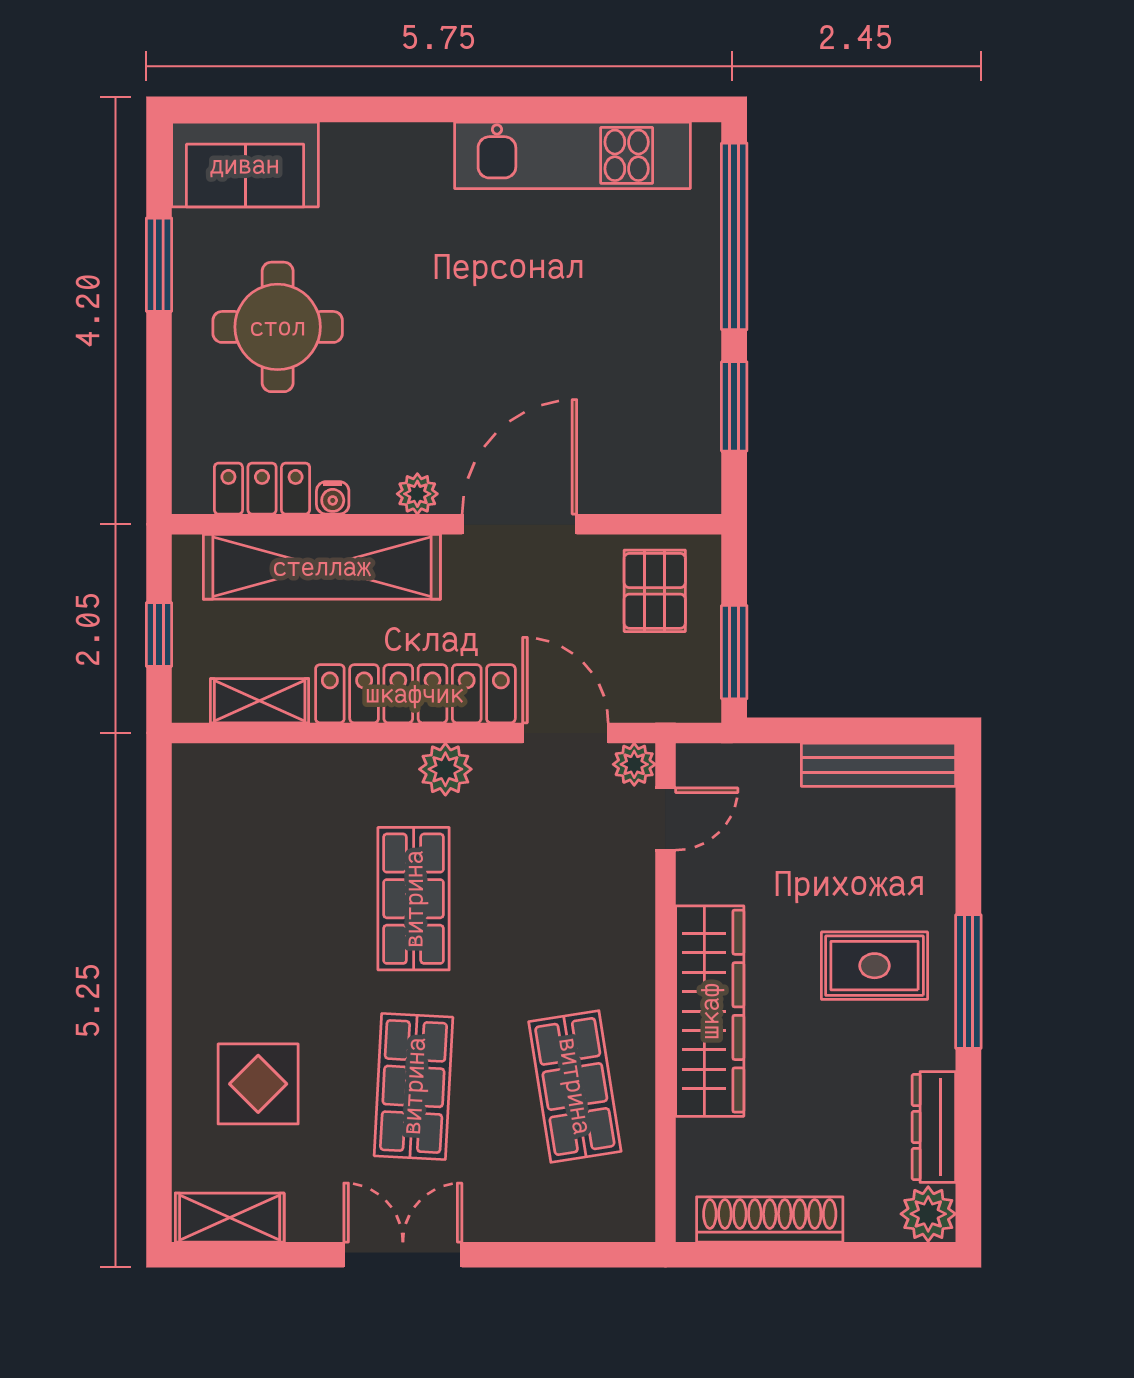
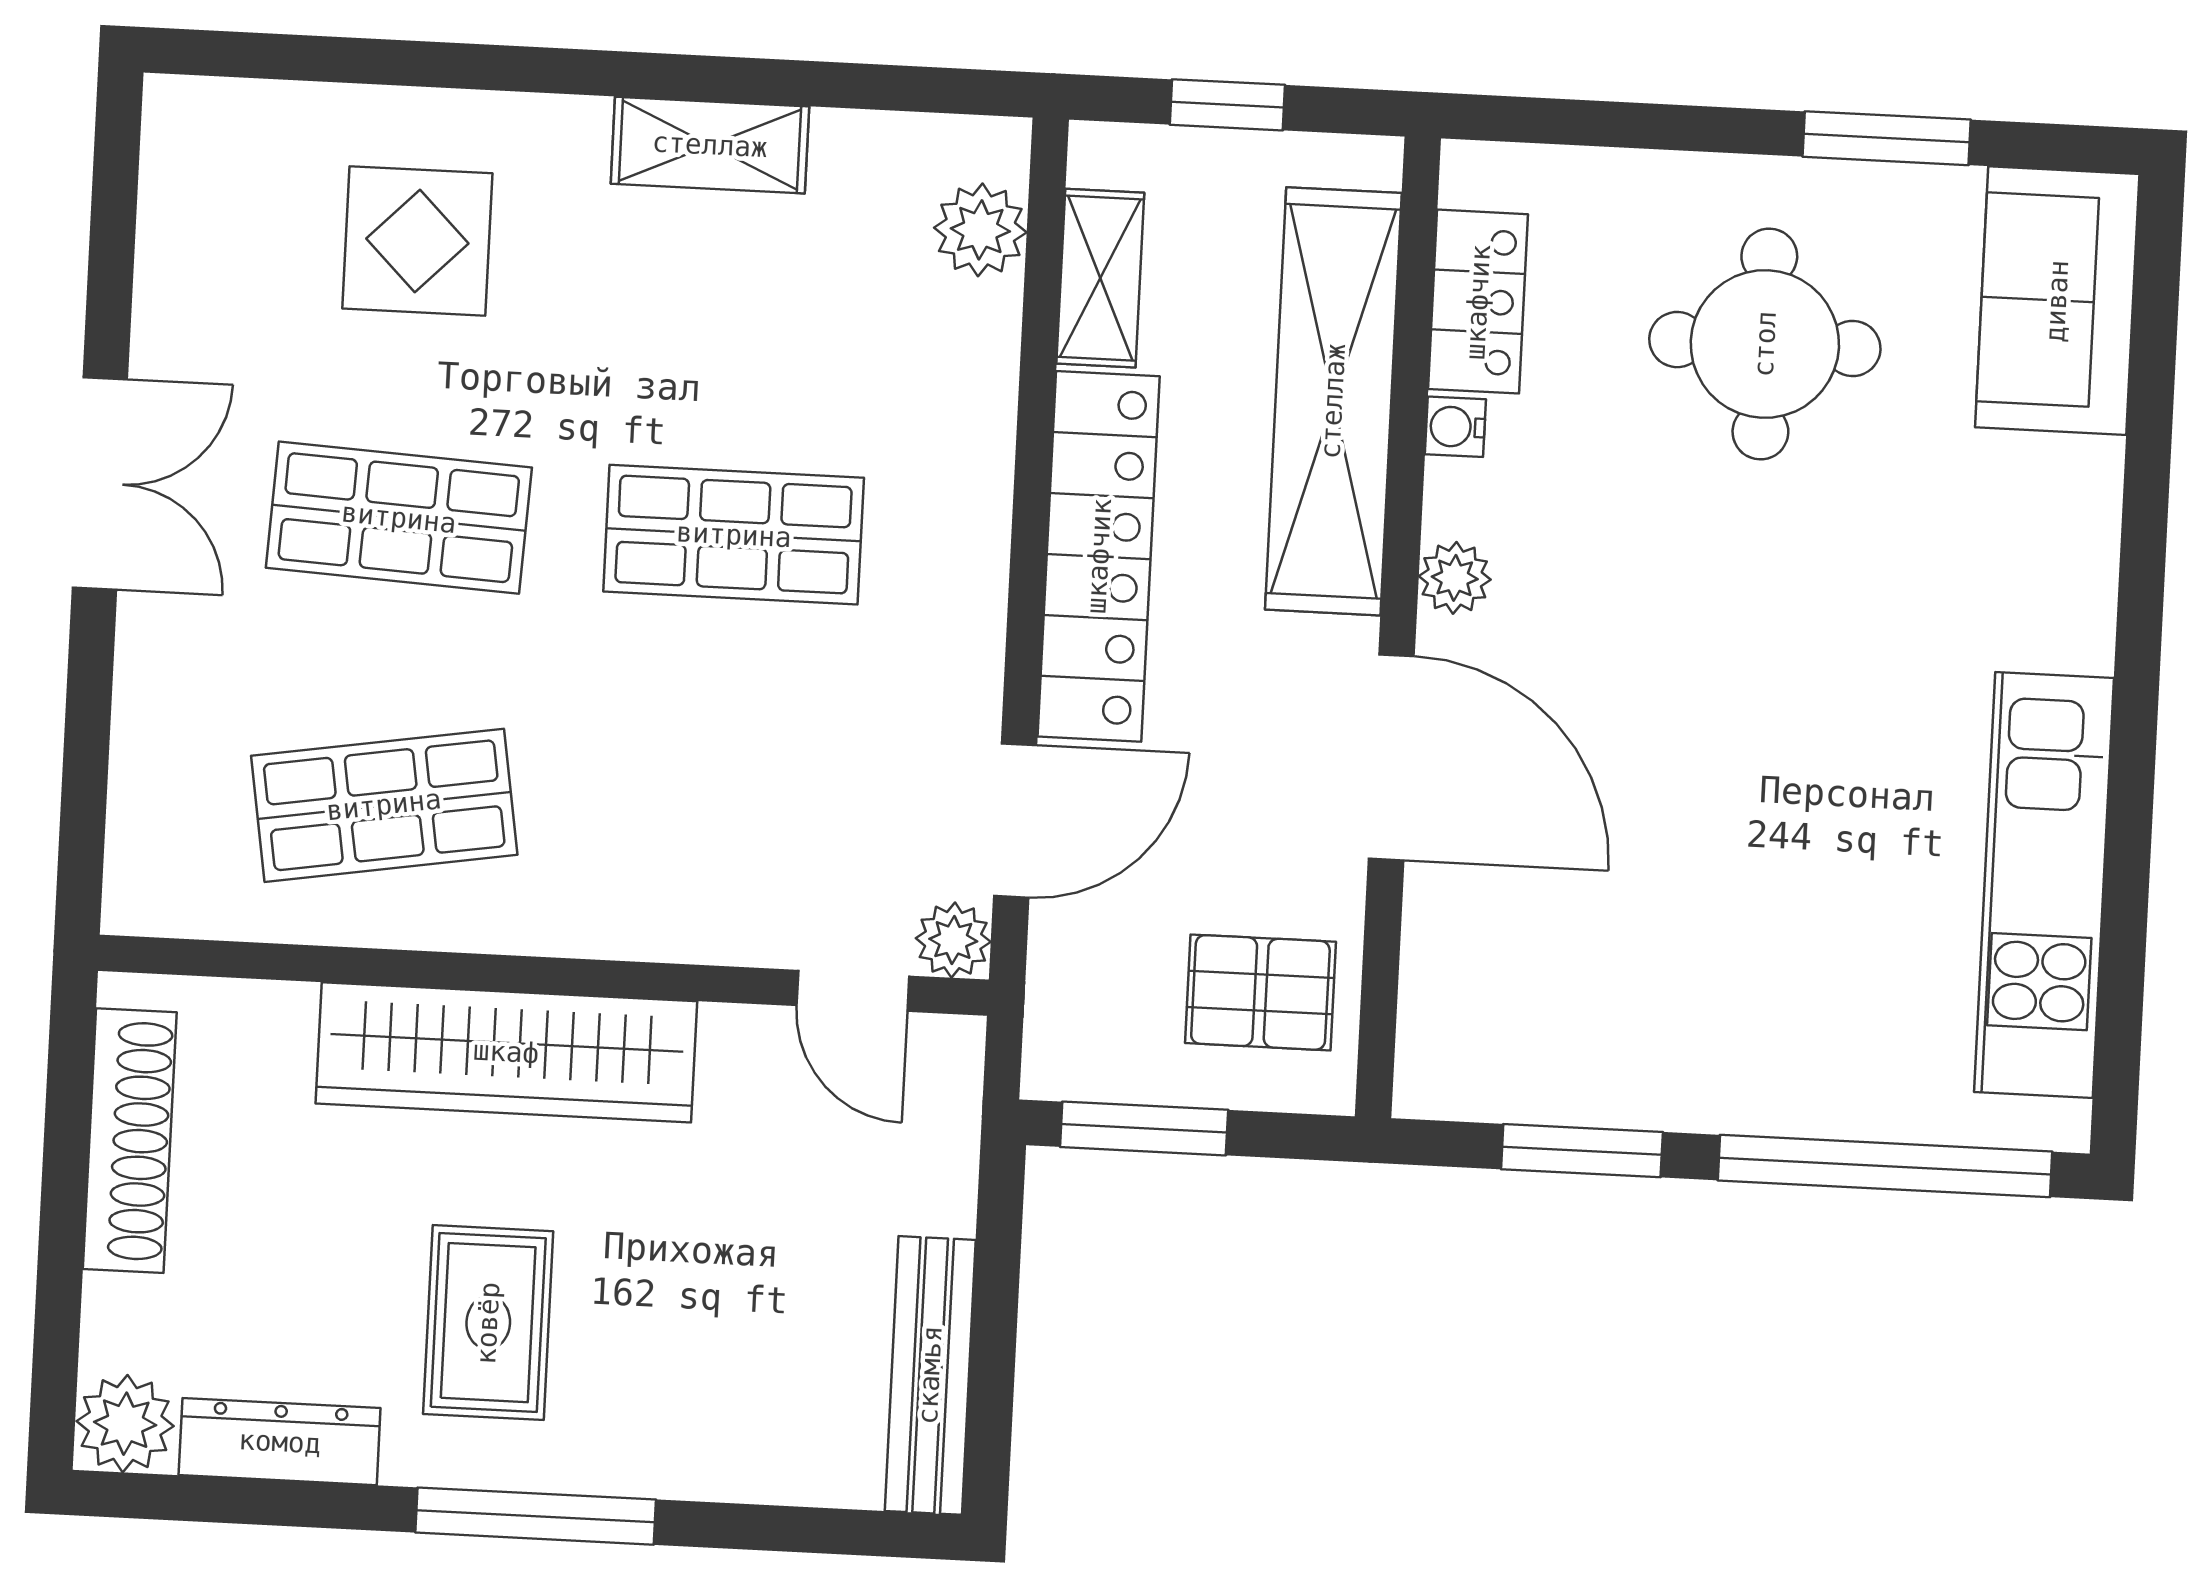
plant: (445, 769) -> (980, 230), moved
rug: (874, 966) -> (488, 1323), moved
shelving: (230, 1218) -> (710, 145), moved, turned 90

